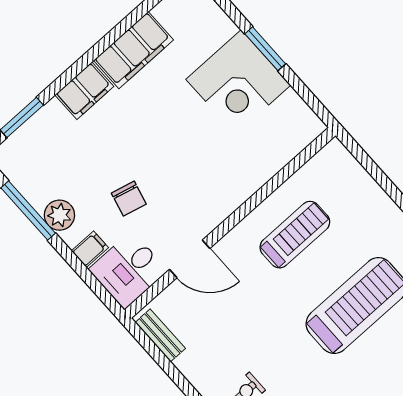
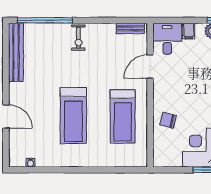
chair: (129, 199) -> (168, 120), moved
treadmill: (295, 235) -> (123, 116), width x1.37, depth x1.38

